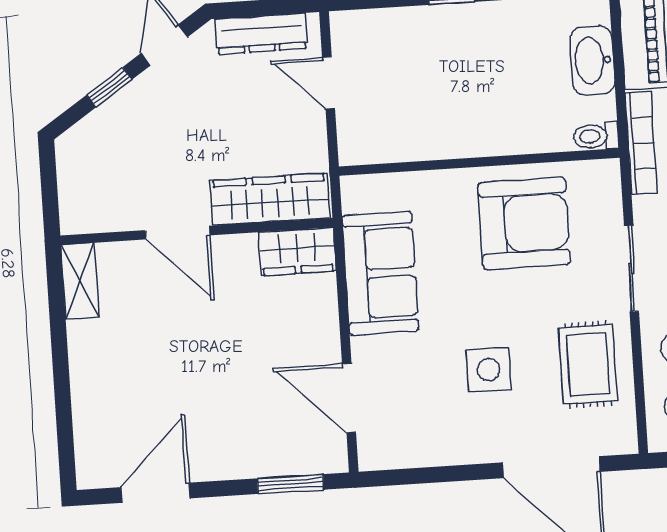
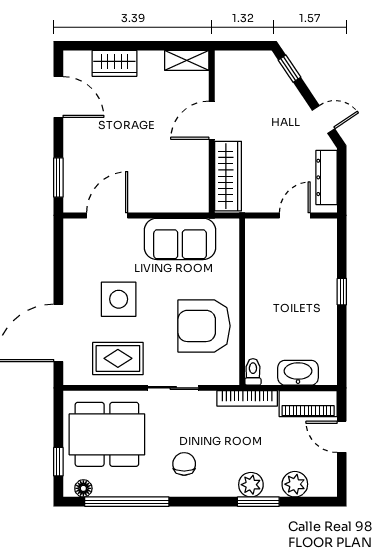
window: (109, 87) -> (289, 69), moved
armchair: (524, 223) -> (204, 326), turned 90
wardrobe: (297, 251) -> (114, 63), moved, turned -90
side table: (488, 370) -> (119, 299), width x1.37, depth x1.37

